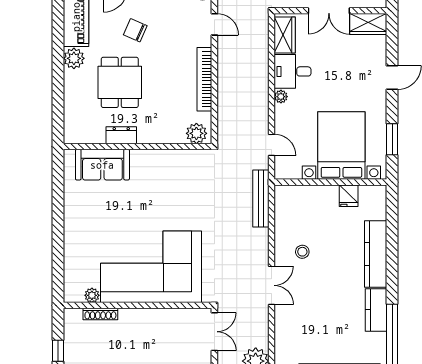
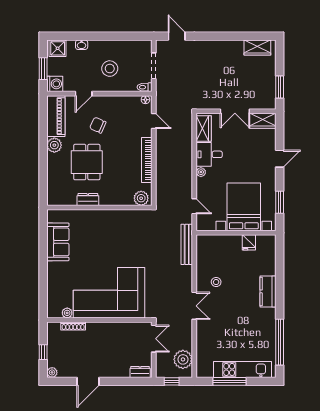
sofa: (102, 165) -> (58, 242), moved, turned -90
kitchen counter: (376, 254) -> (268, 291), width x0.67
kitchen counter: (376, 310) -> (268, 323), removed

